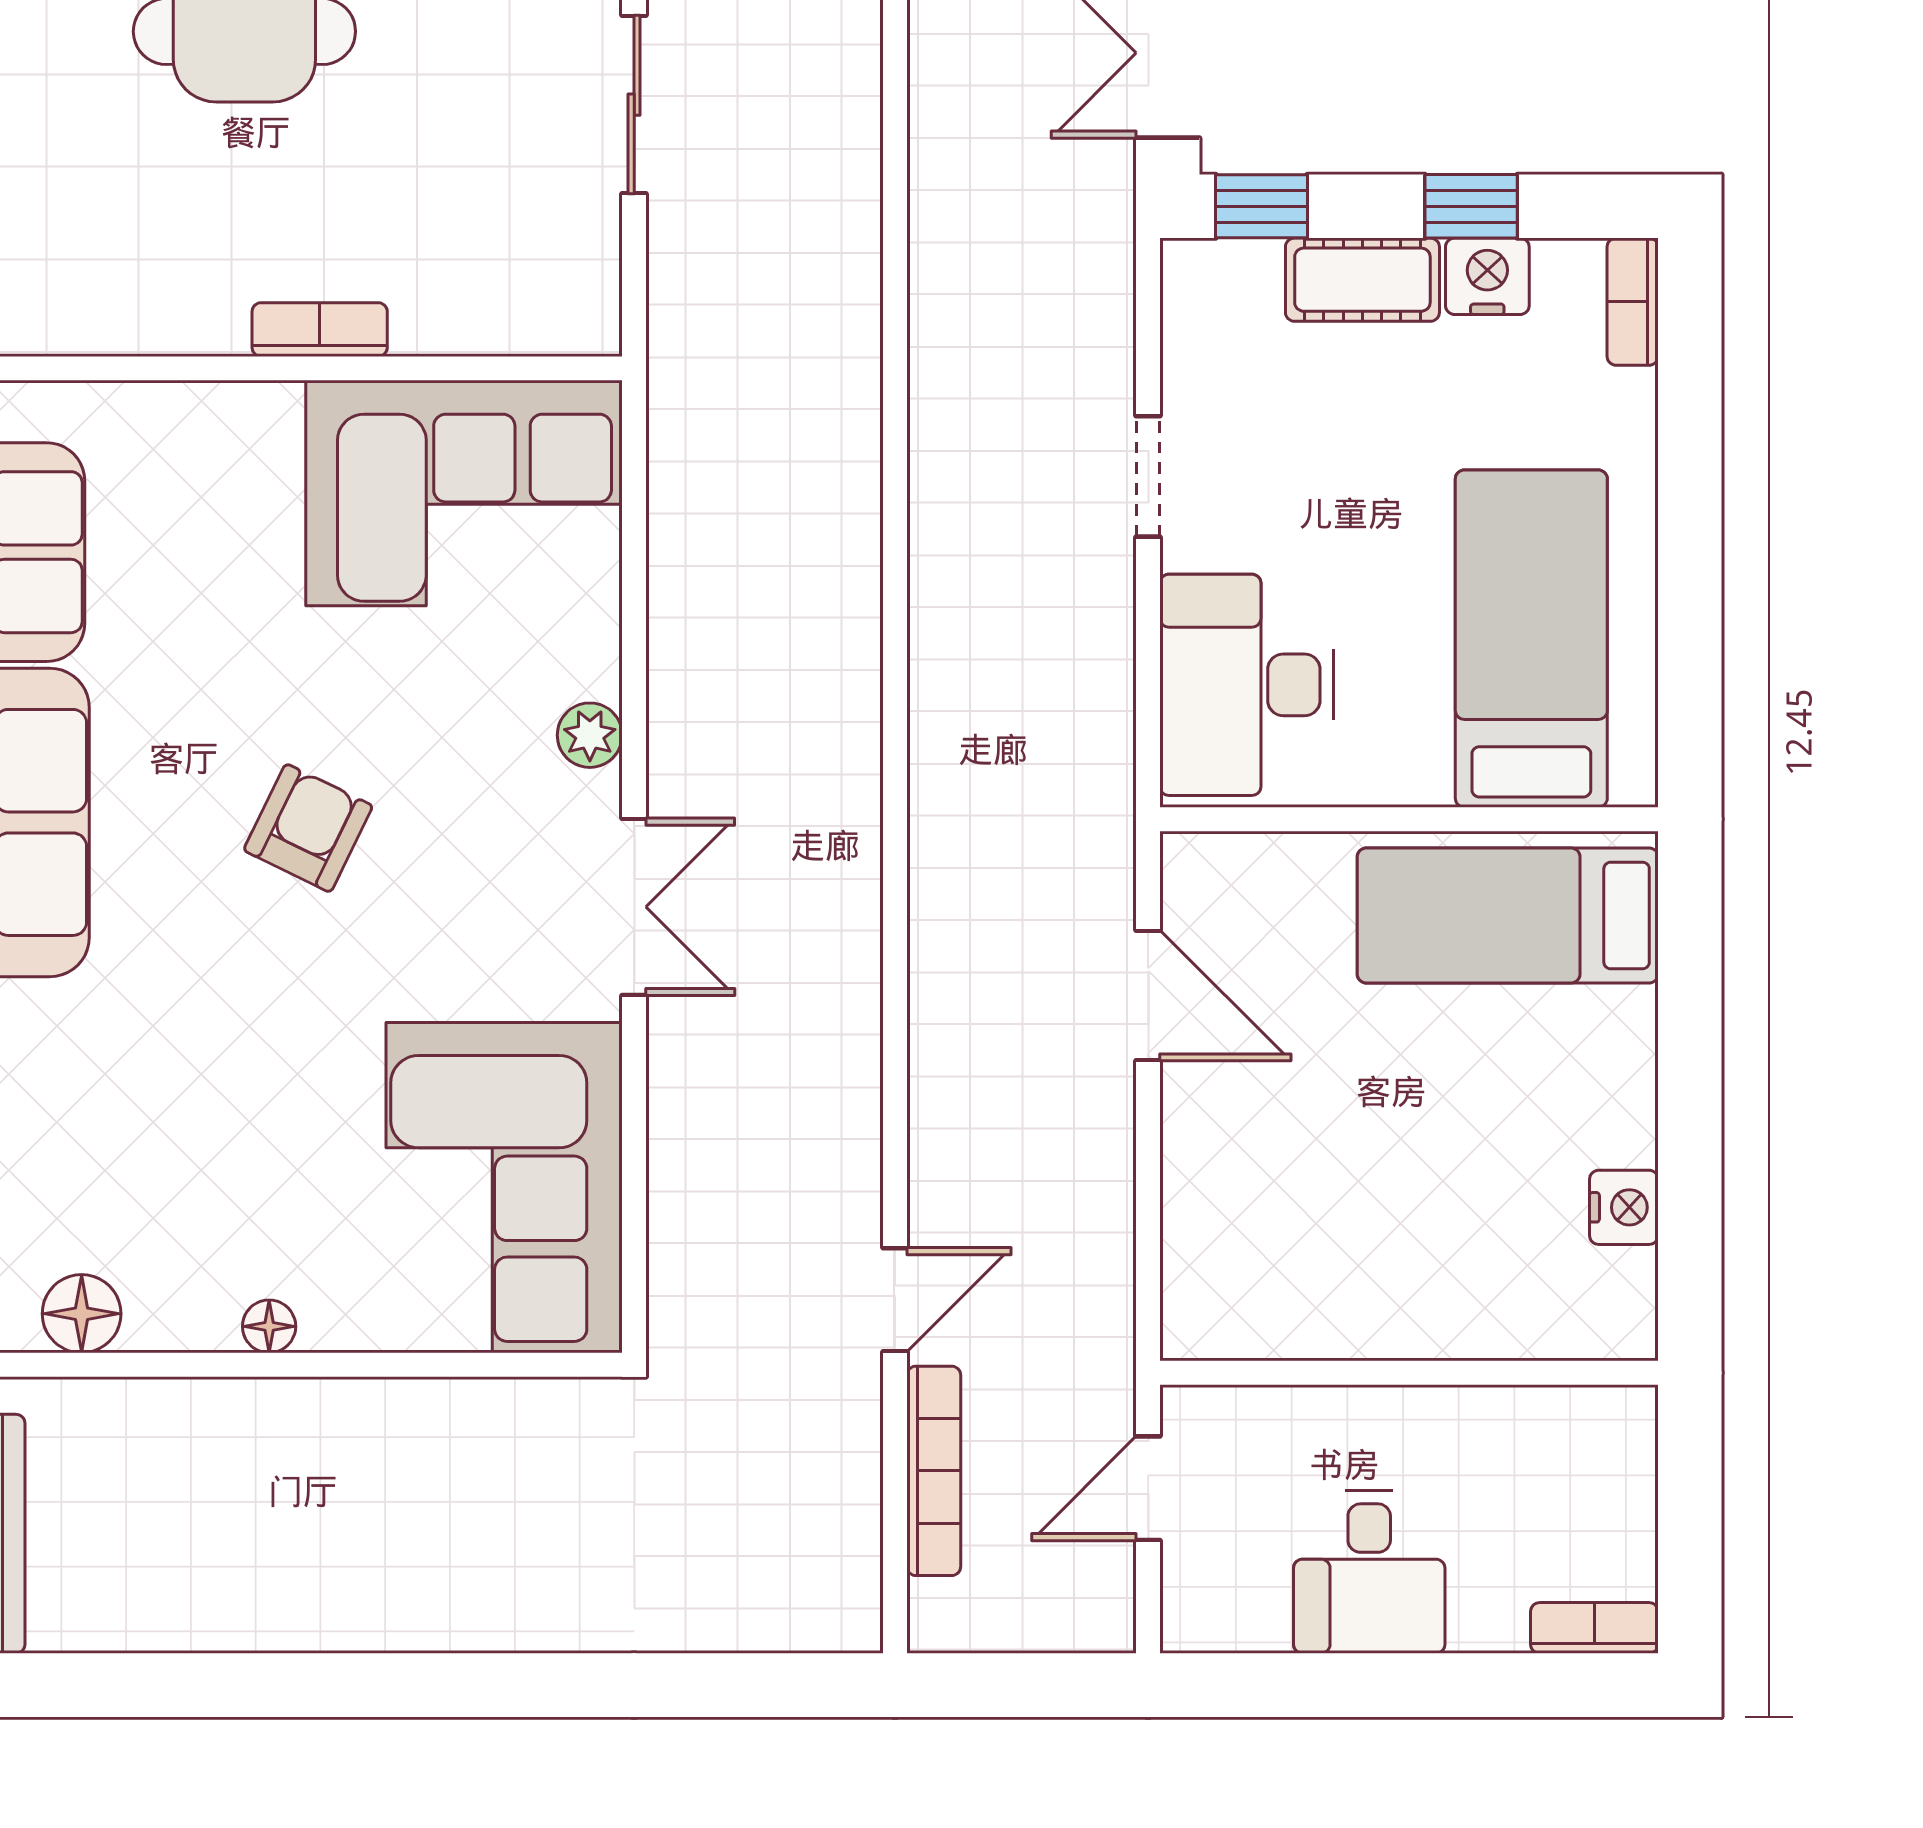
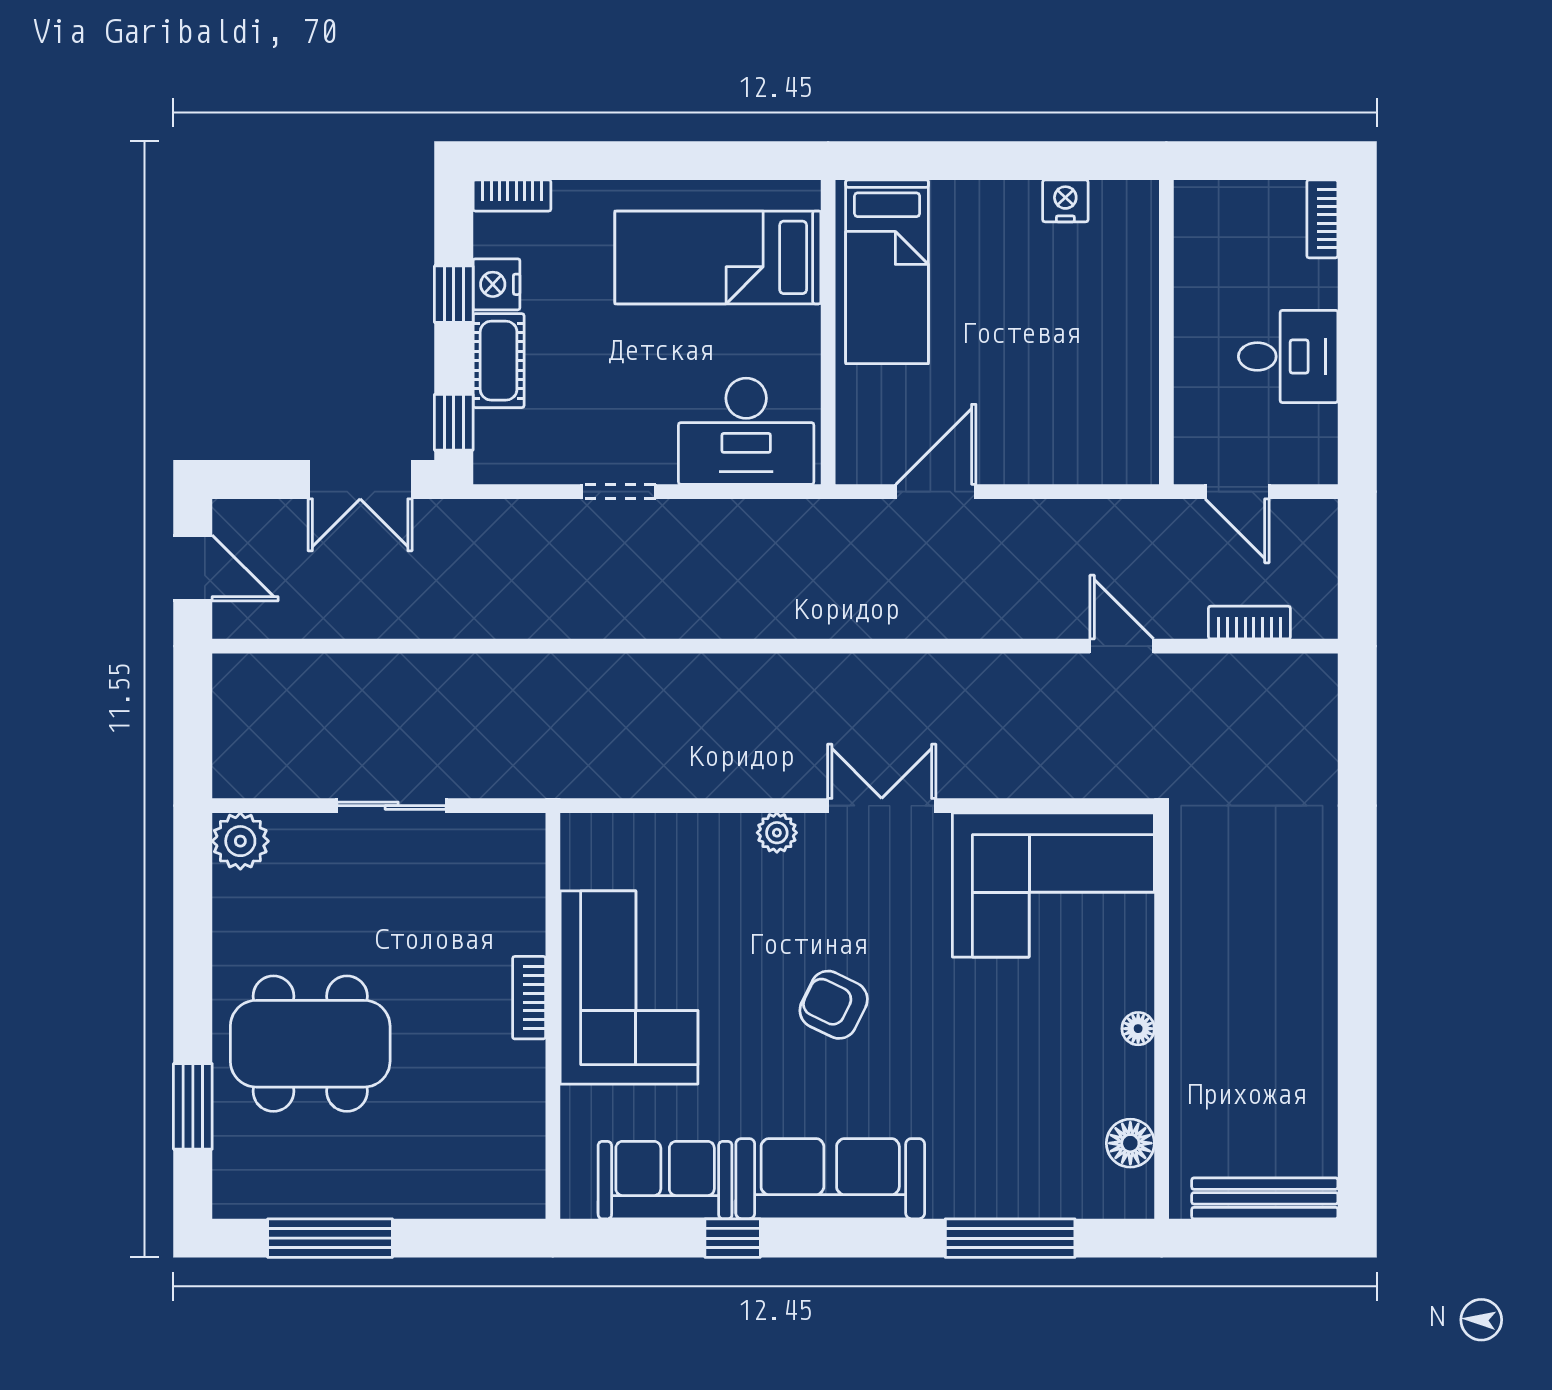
corner sofa: (464, 493) -> (629, 987), moved
bookcase: (934, 1471) -> (1249, 623), width x0.64

